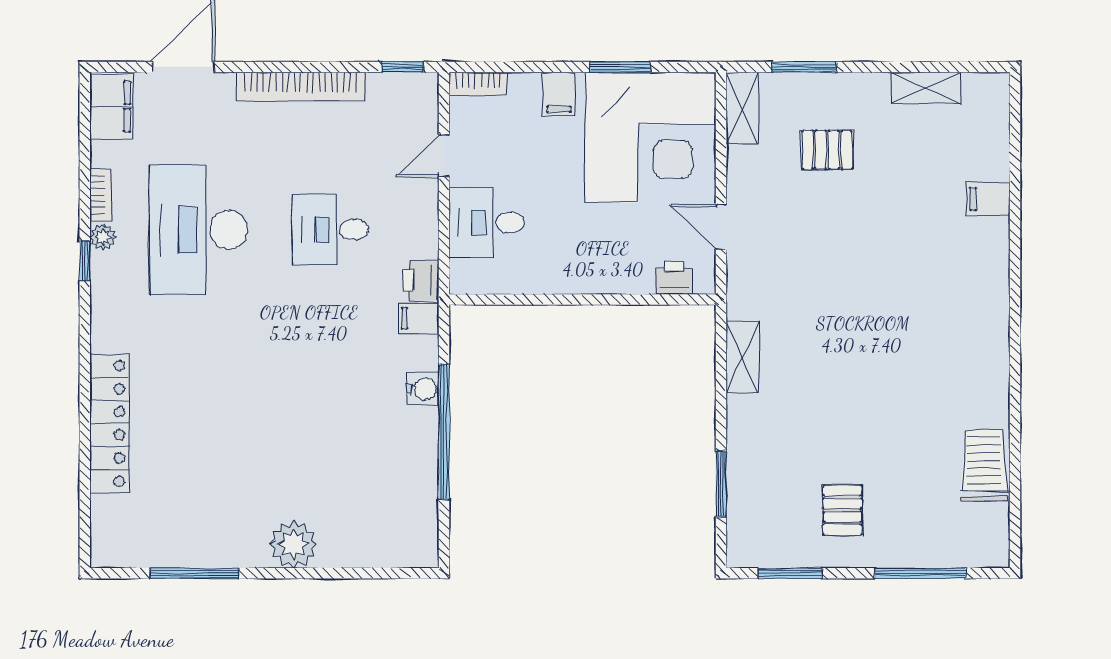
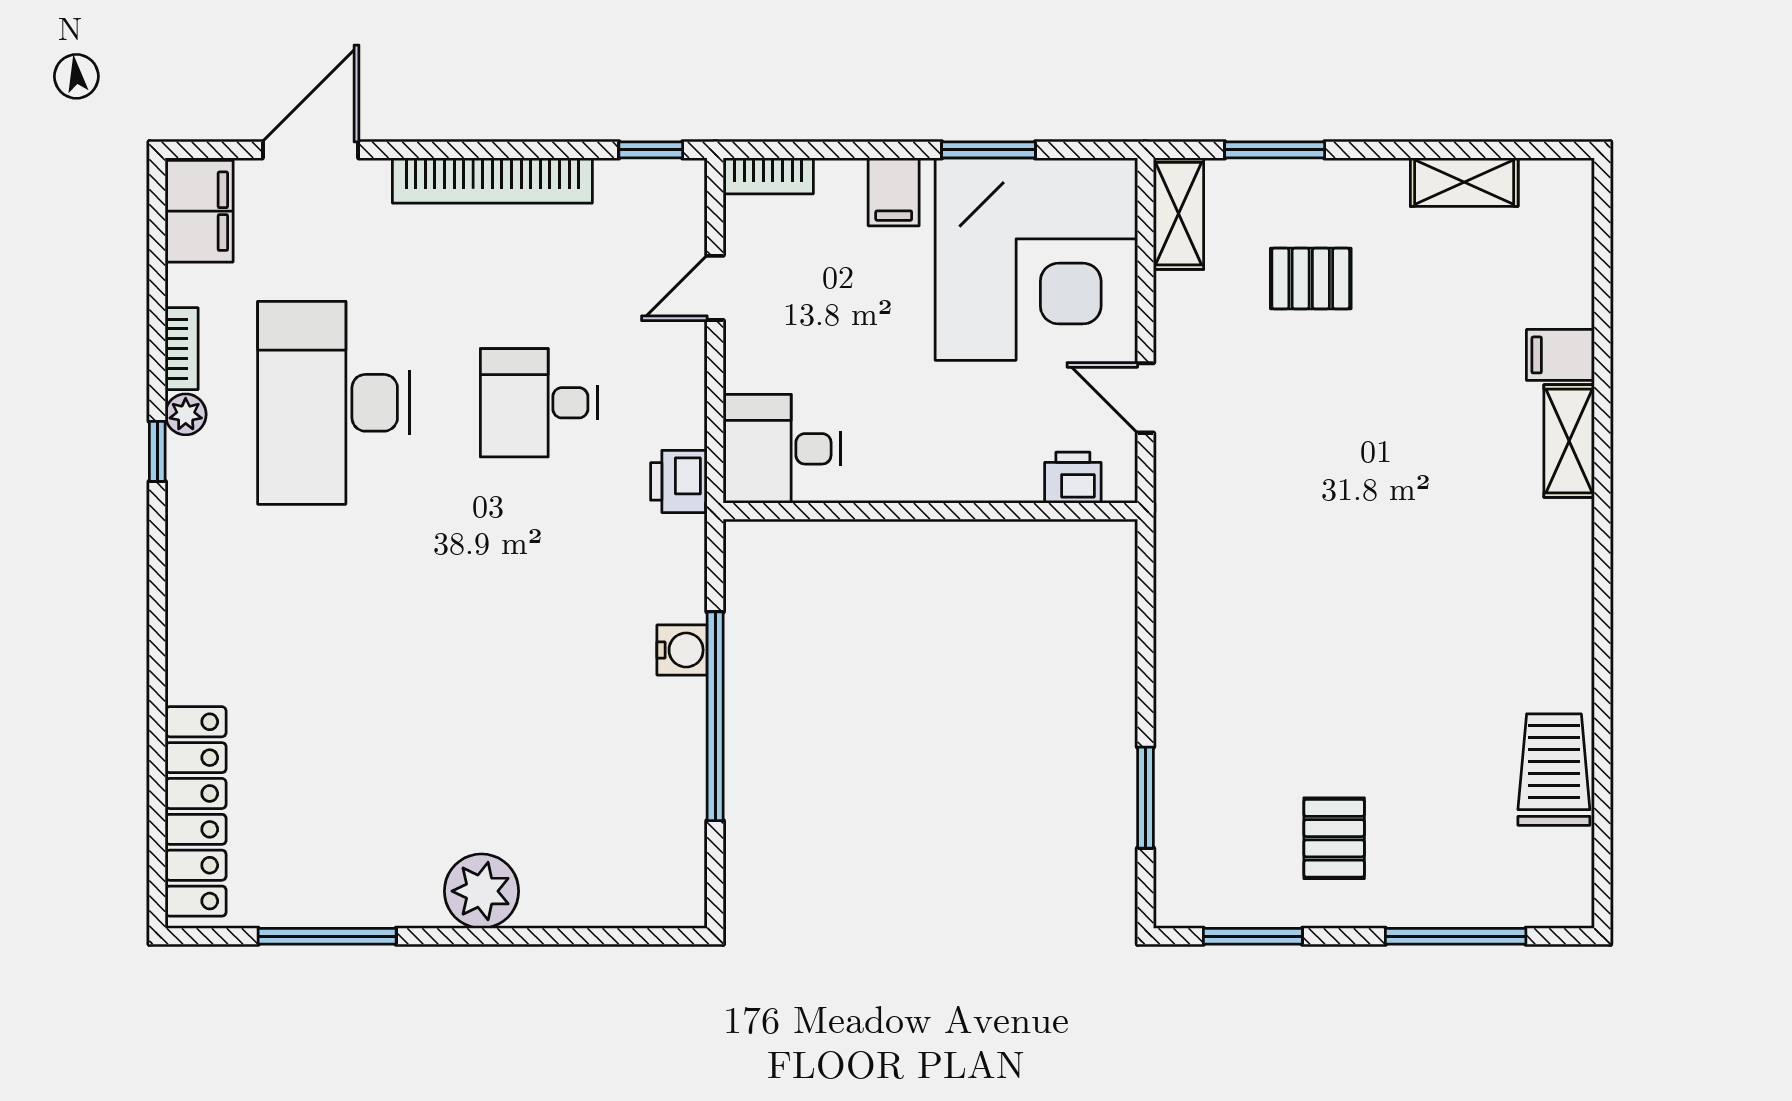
desk: (487, 223) -> (782, 449), moved
filing cabinet: (419, 318) -> (676, 540), removed
shelving: (742, 357) -> (1569, 441), moved
locker: (110, 423) -> (196, 811), moved

